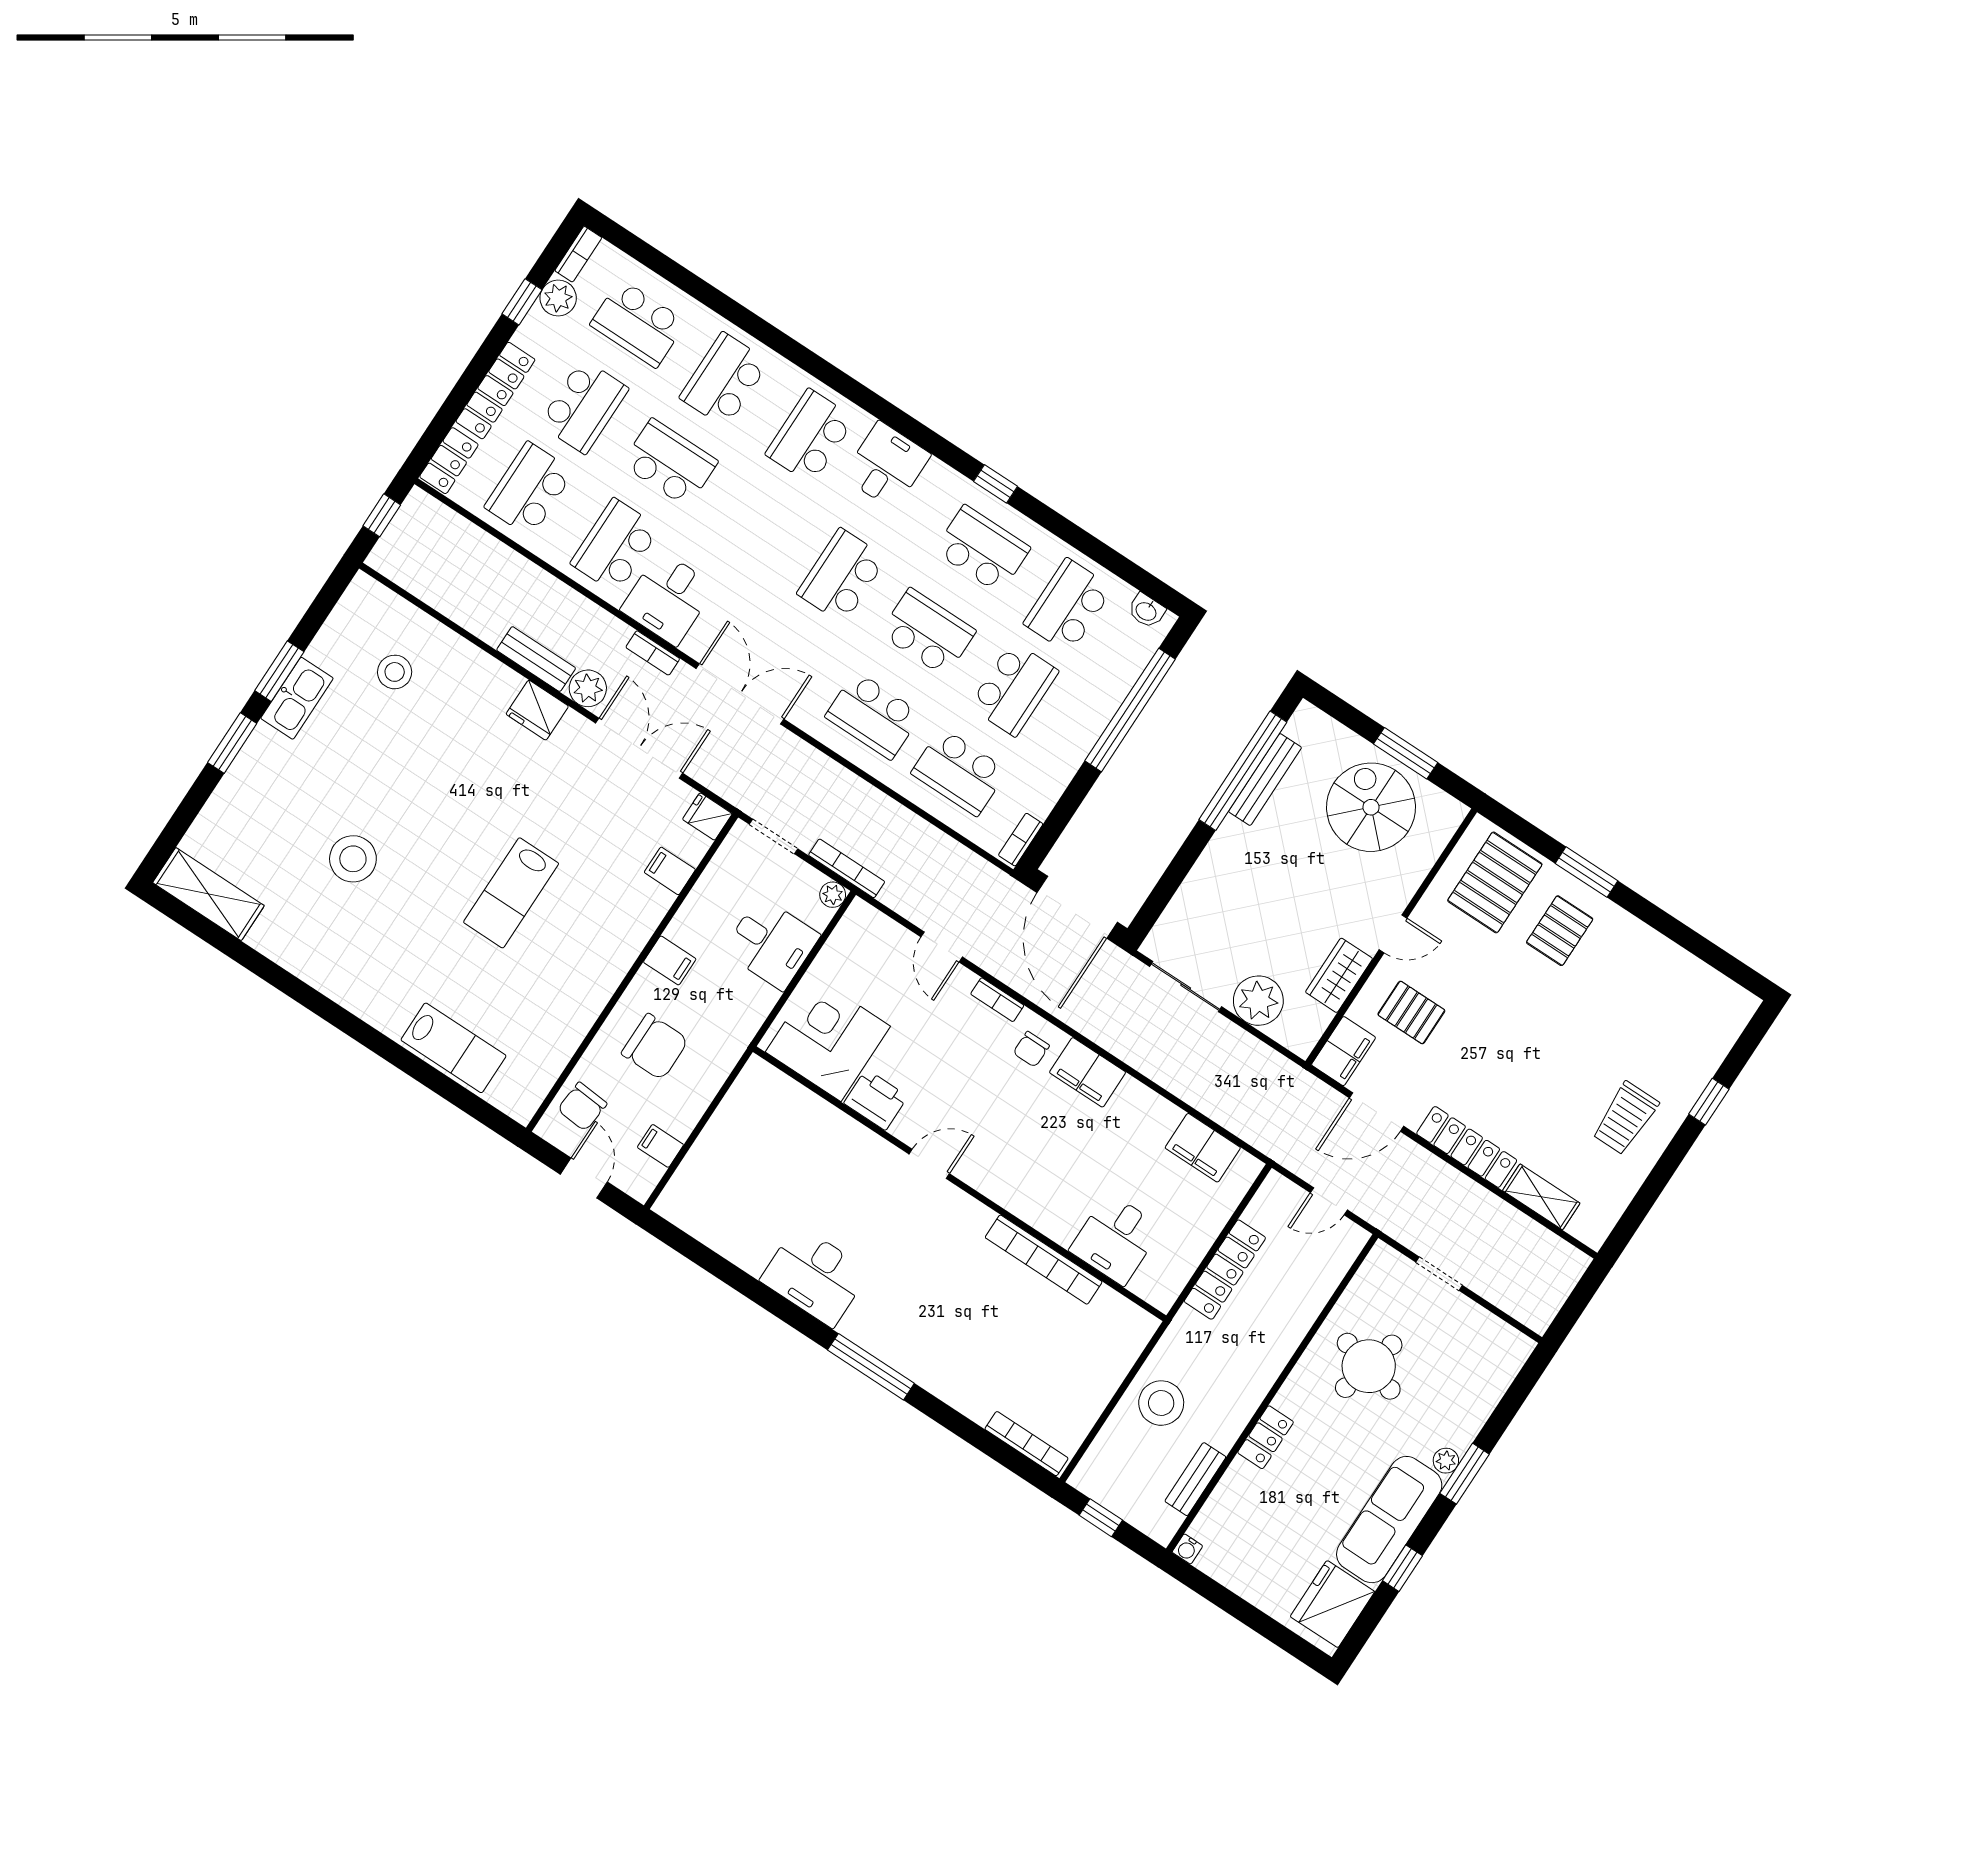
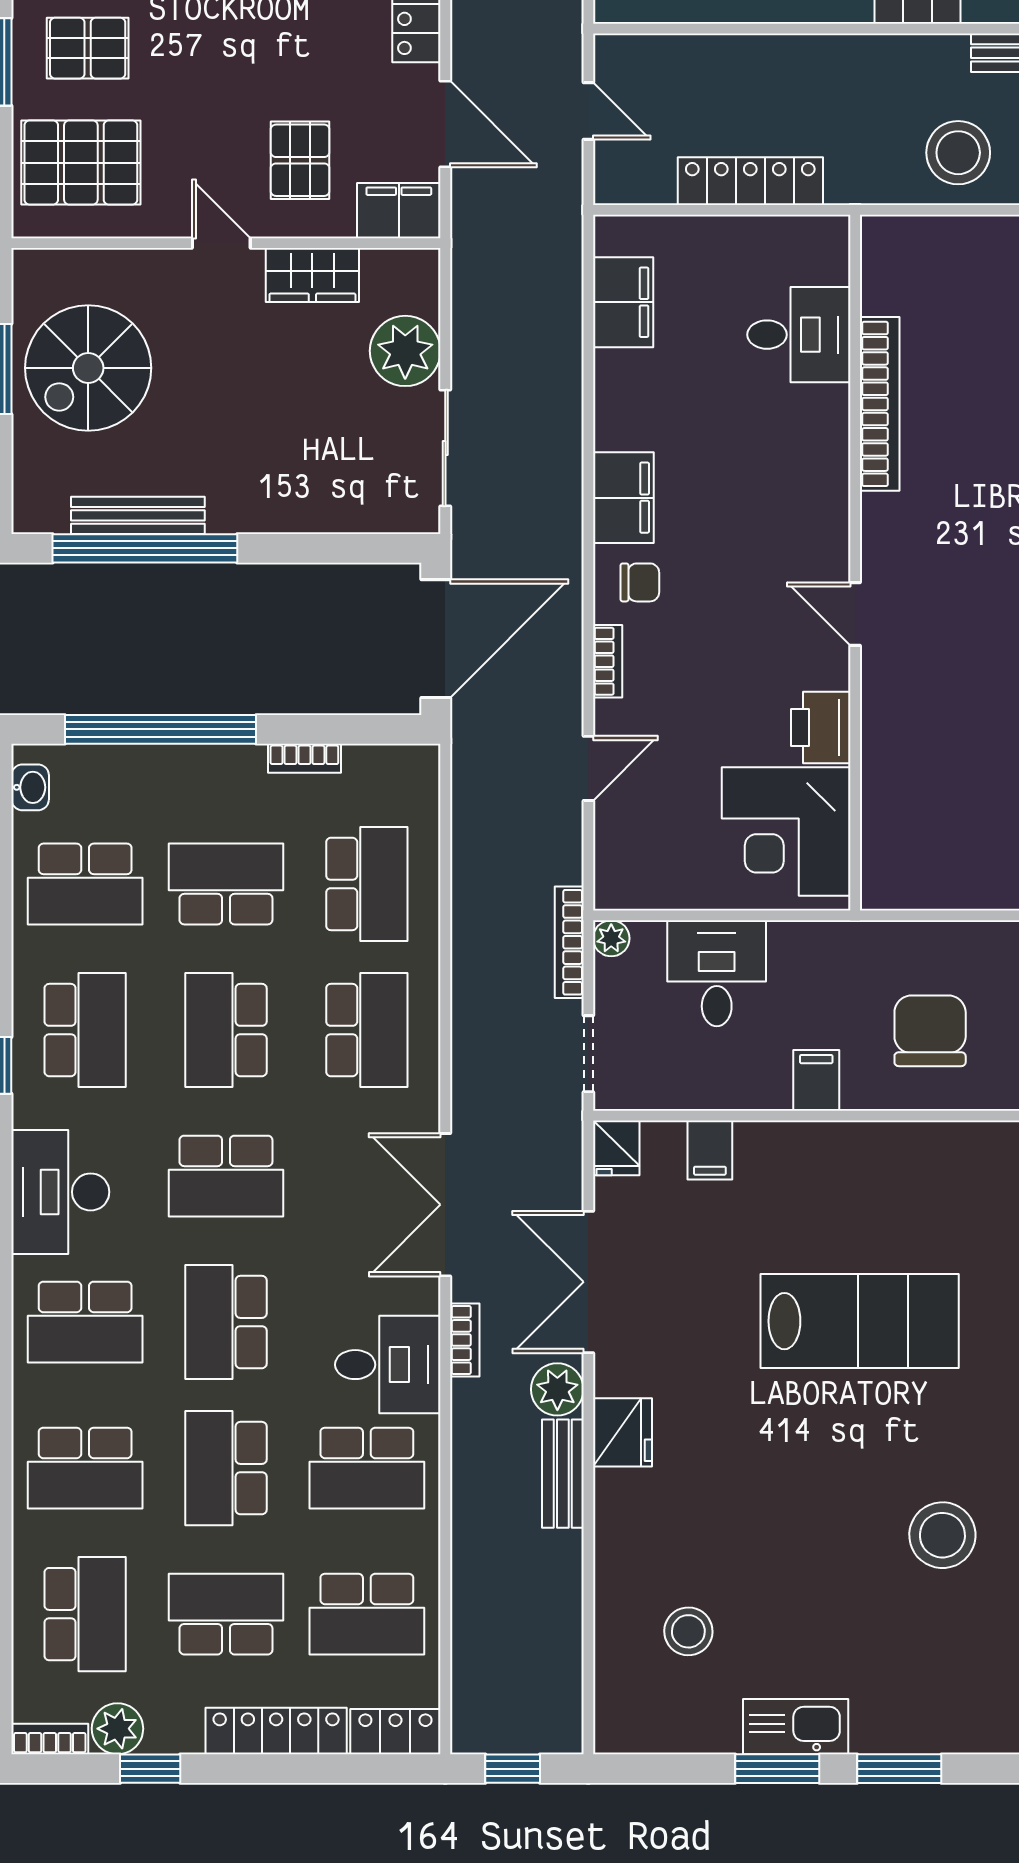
desk: (886, 466) -> (60, 1192), width x1.37
school desk: (756, 519) -> (226, 1322), added
school desk: (982, 549) -> (85, 1030), turned 180
bookcase: (1021, 840) -> (304, 758), moved
lab bench: (511, 893) -> (860, 1321), width x1.36, depth x1.39

